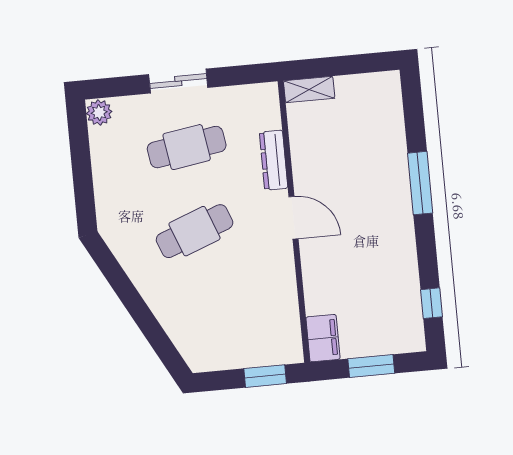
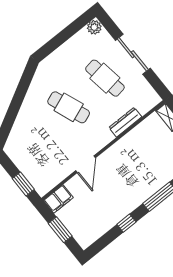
sliding door: (178, 81) -> (133, 54), width x1.37
door: (293, 218) -> (86, 164), moved
window: (431, 303) -> (126, 223), moved

